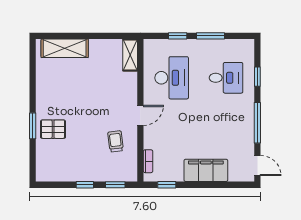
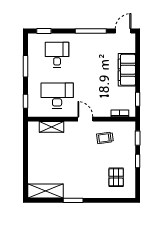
window: (178, 36) -> (25, 101), moved
shelving: (65, 48) -> (45, 191), moved, turned 90
shelving: (130, 55) -> (52, 127), moved
window: (257, 77) -> (44, 31), moved
window: (33, 126) -> (73, 200), moved
pallet: (53, 129) -> (116, 177), moved

